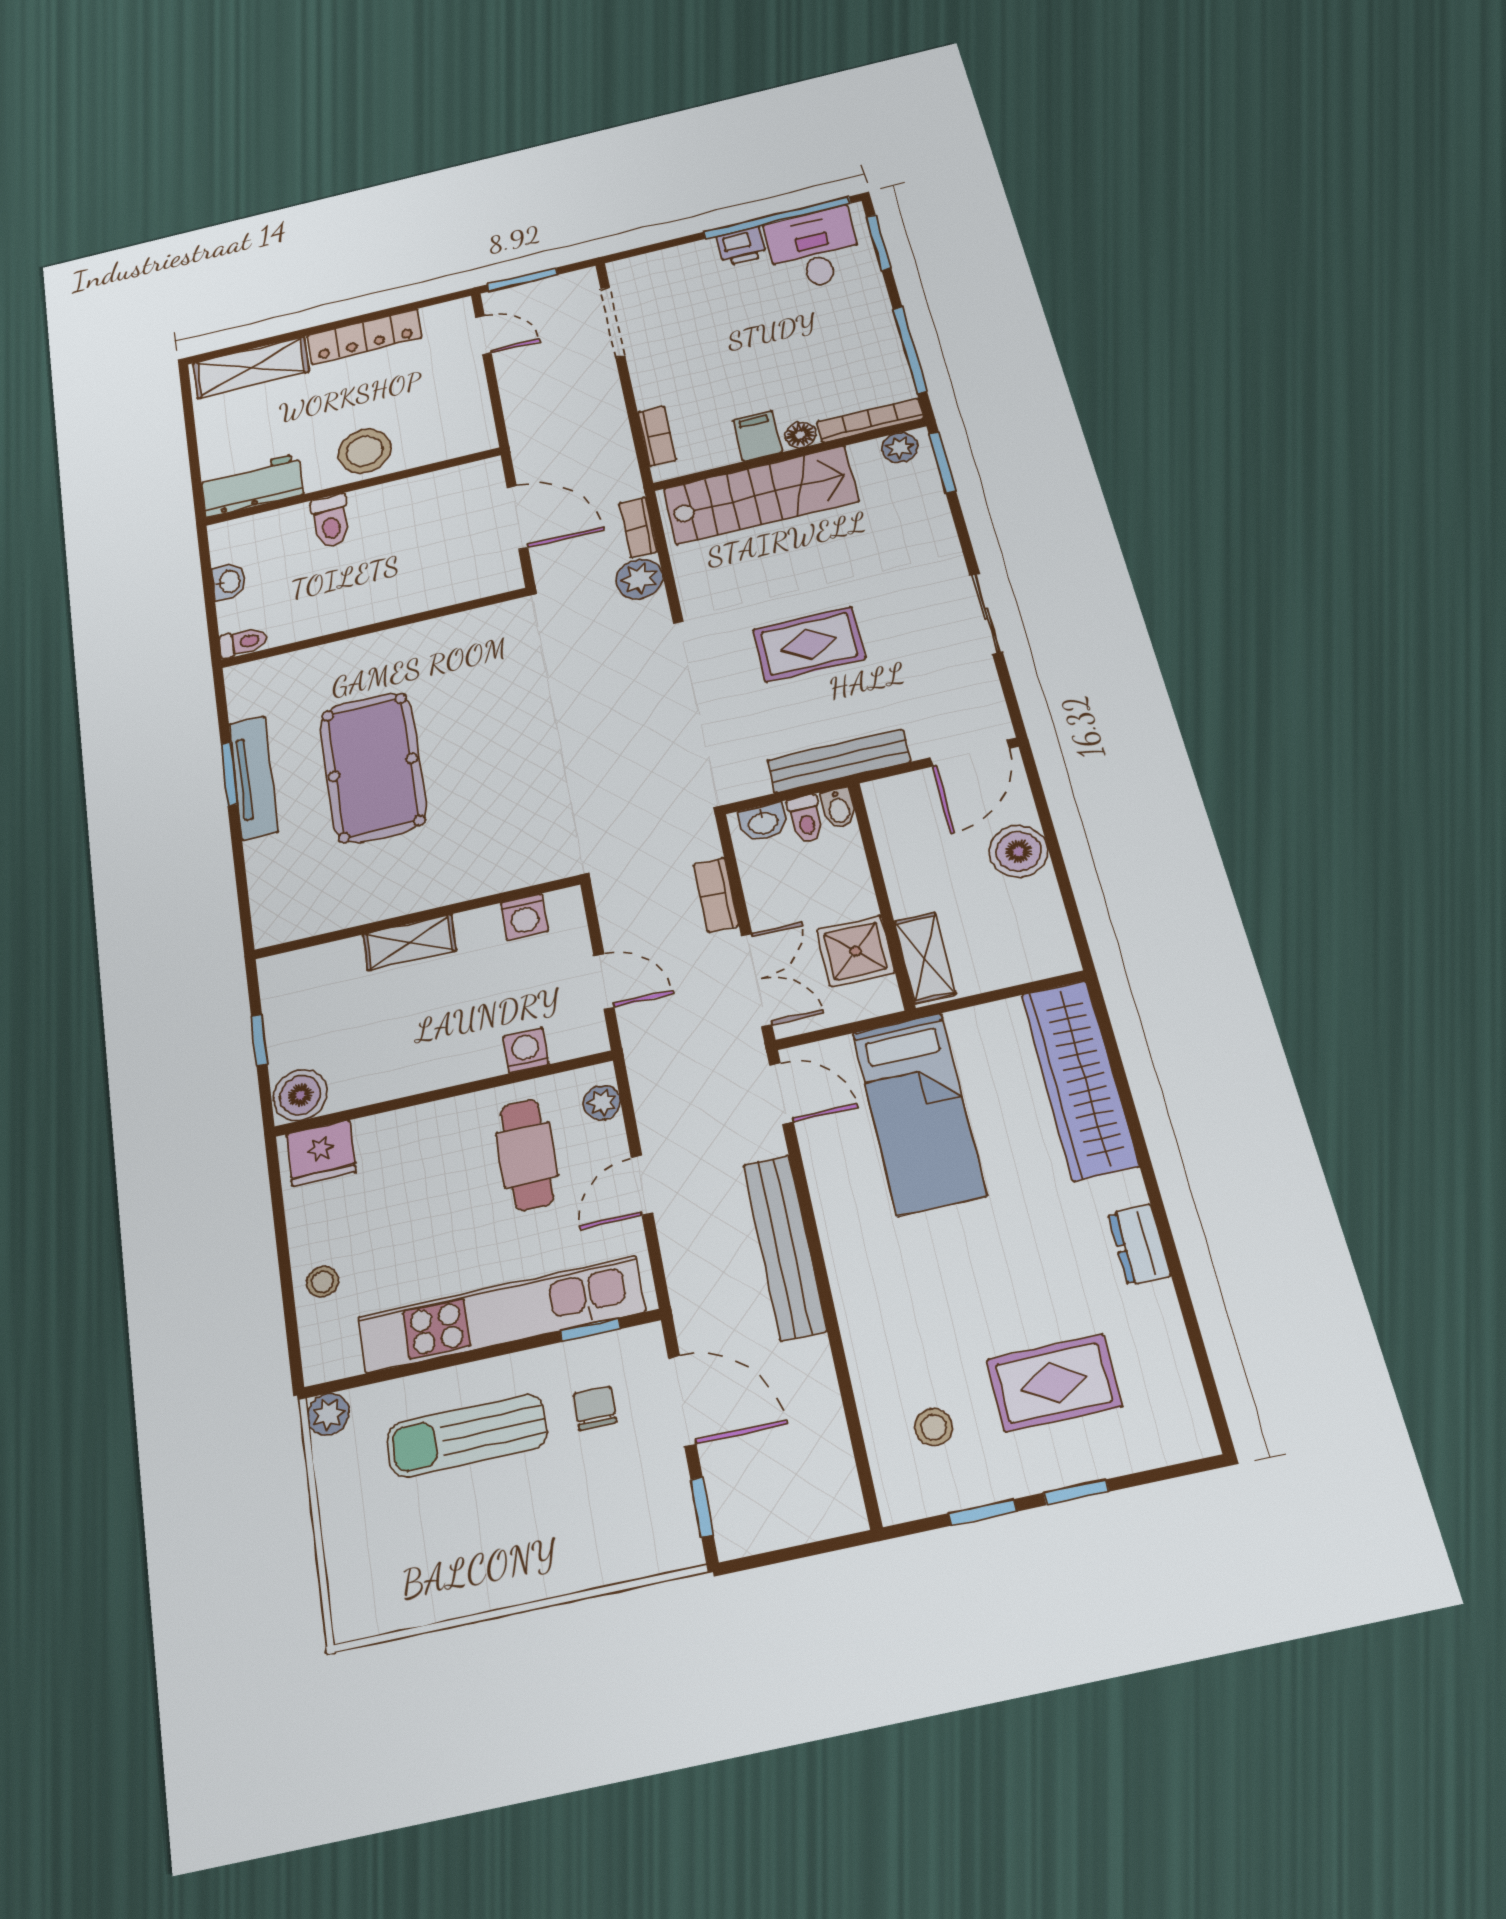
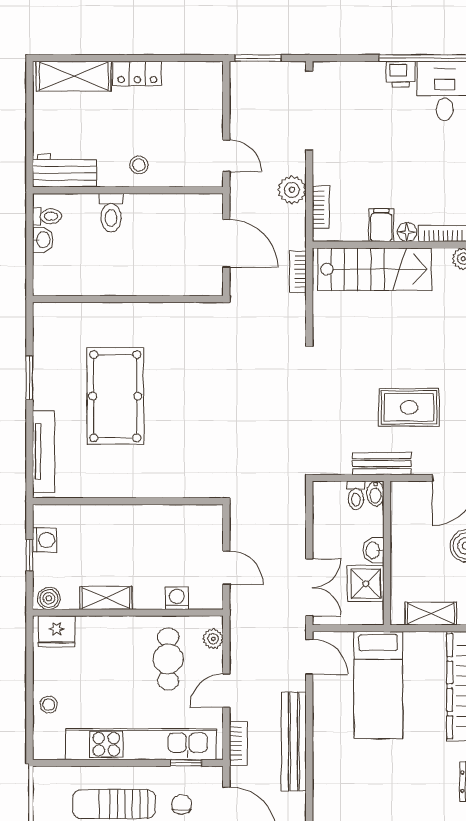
doorway: (613, 322) -> (309, 110), width x1.36
door: (483, 335) -> (226, 156), moved
locker: (364, 337) -> (137, 73), width x0.66
stool: (365, 451) -> (139, 165), width x0.53, depth x0.53
plant: (639, 579) -> (292, 190), moved
toilet: (243, 642) -> (47, 216), moved
rug: (809, 644) -> (409, 407), moved
bench: (839, 761) -> (382, 464), width x0.73
tv unit: (253, 777) -> (44, 451), moved
washbasin: (763, 822) -> (373, 550), moved, turned 90
bookcase: (716, 895) -> (238, 743), moved, turned 180
washing machine: (524, 917) -> (45, 540), moved, turned -90
shelving: (409, 942) -> (106, 598), moved
shelving: (925, 958) -> (431, 614), moved, turned 90
boiler: (300, 1095) -> (49, 598), width x0.73, depth x0.73
plant: (328, 1414) -> (44, 777), removed

